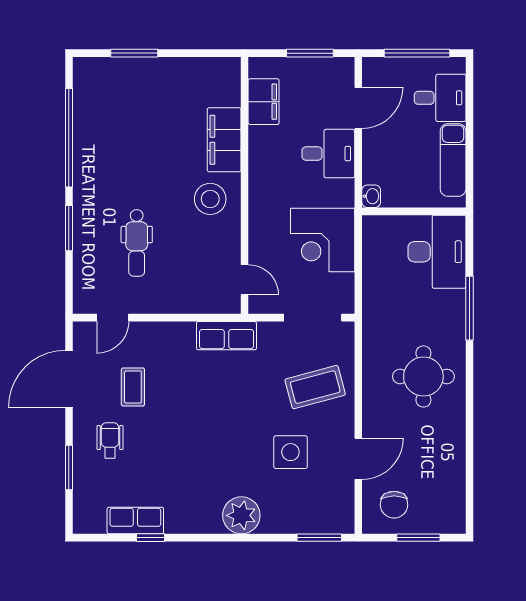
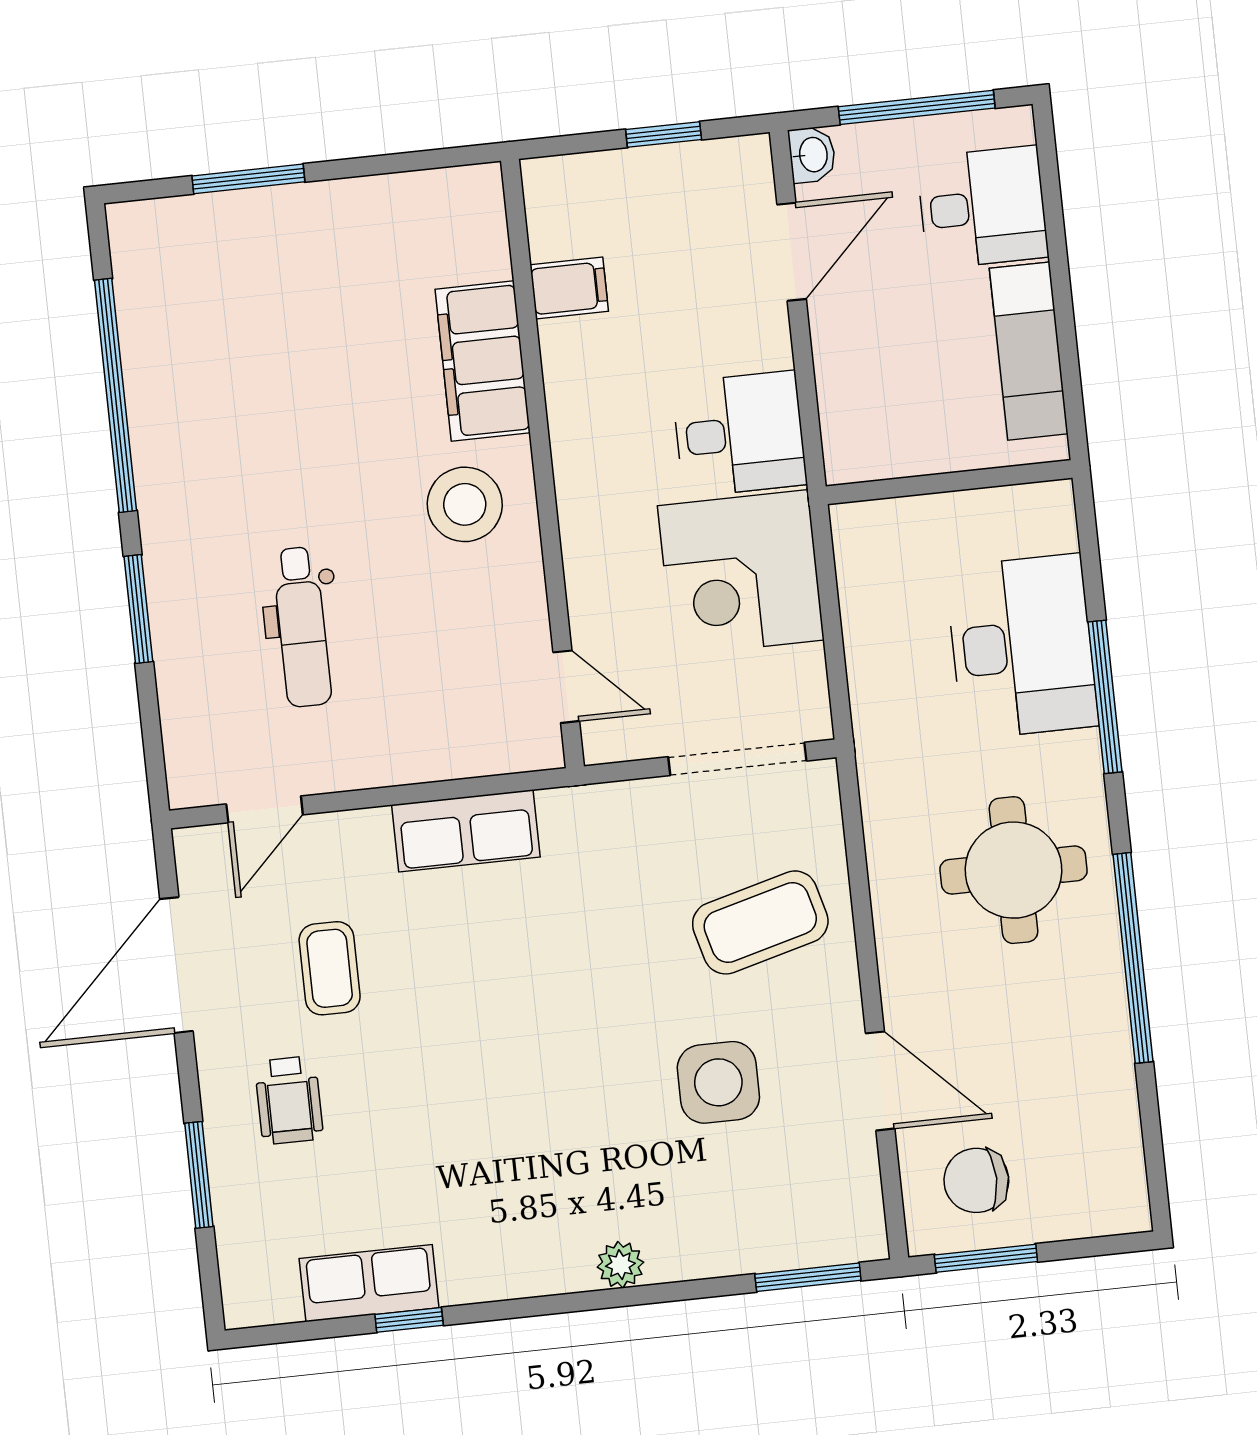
window: (310, 53) -> (664, 134), width x0.67
filing cabinet: (264, 102) -> (569, 288), width x0.50
desk: (328, 154) -> (739, 434), moved
washbasin: (371, 196) -> (812, 155), moved
desk: (437, 252) -> (1022, 647), moved
row of seats: (226, 336) -> (466, 831), moved
window: (469, 419) -> (1133, 958), added
wheelchair: (110, 440) -> (289, 1100), turned 180
door: (358, 459) -> (880, 1081), hinge flipped
chair: (394, 505) -> (976, 1180), turned 90
plant: (241, 515) -> (620, 1265), width x0.53, depth x0.53
window: (418, 538) -> (986, 1258), moved

